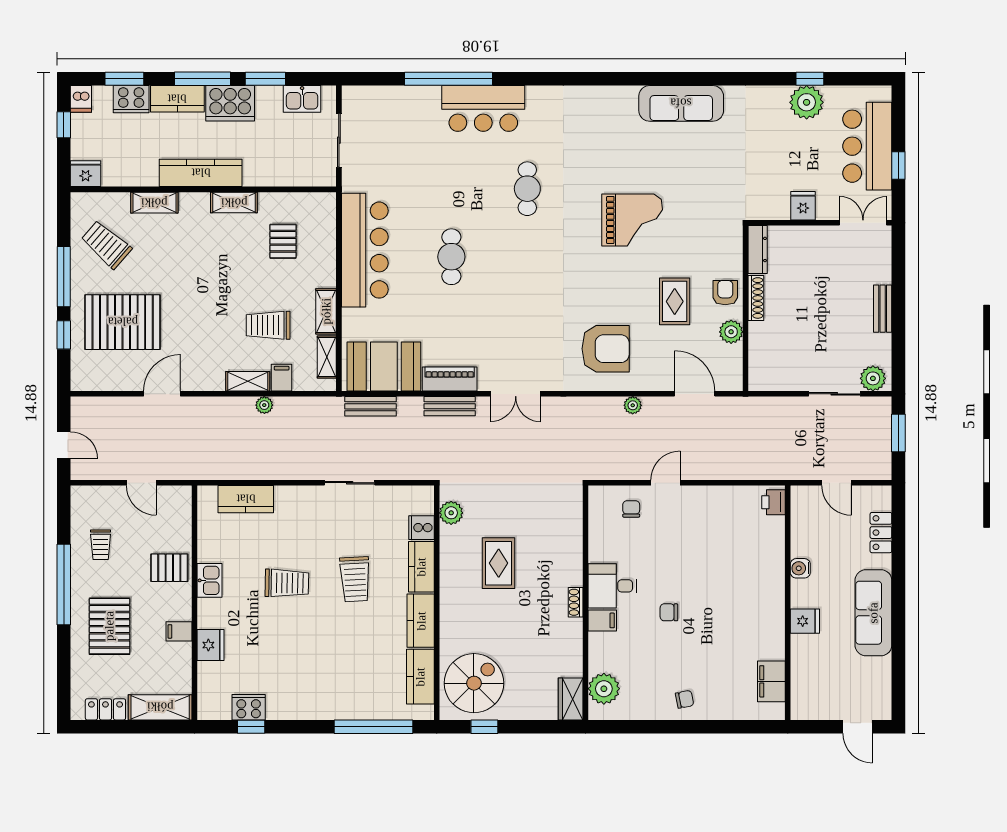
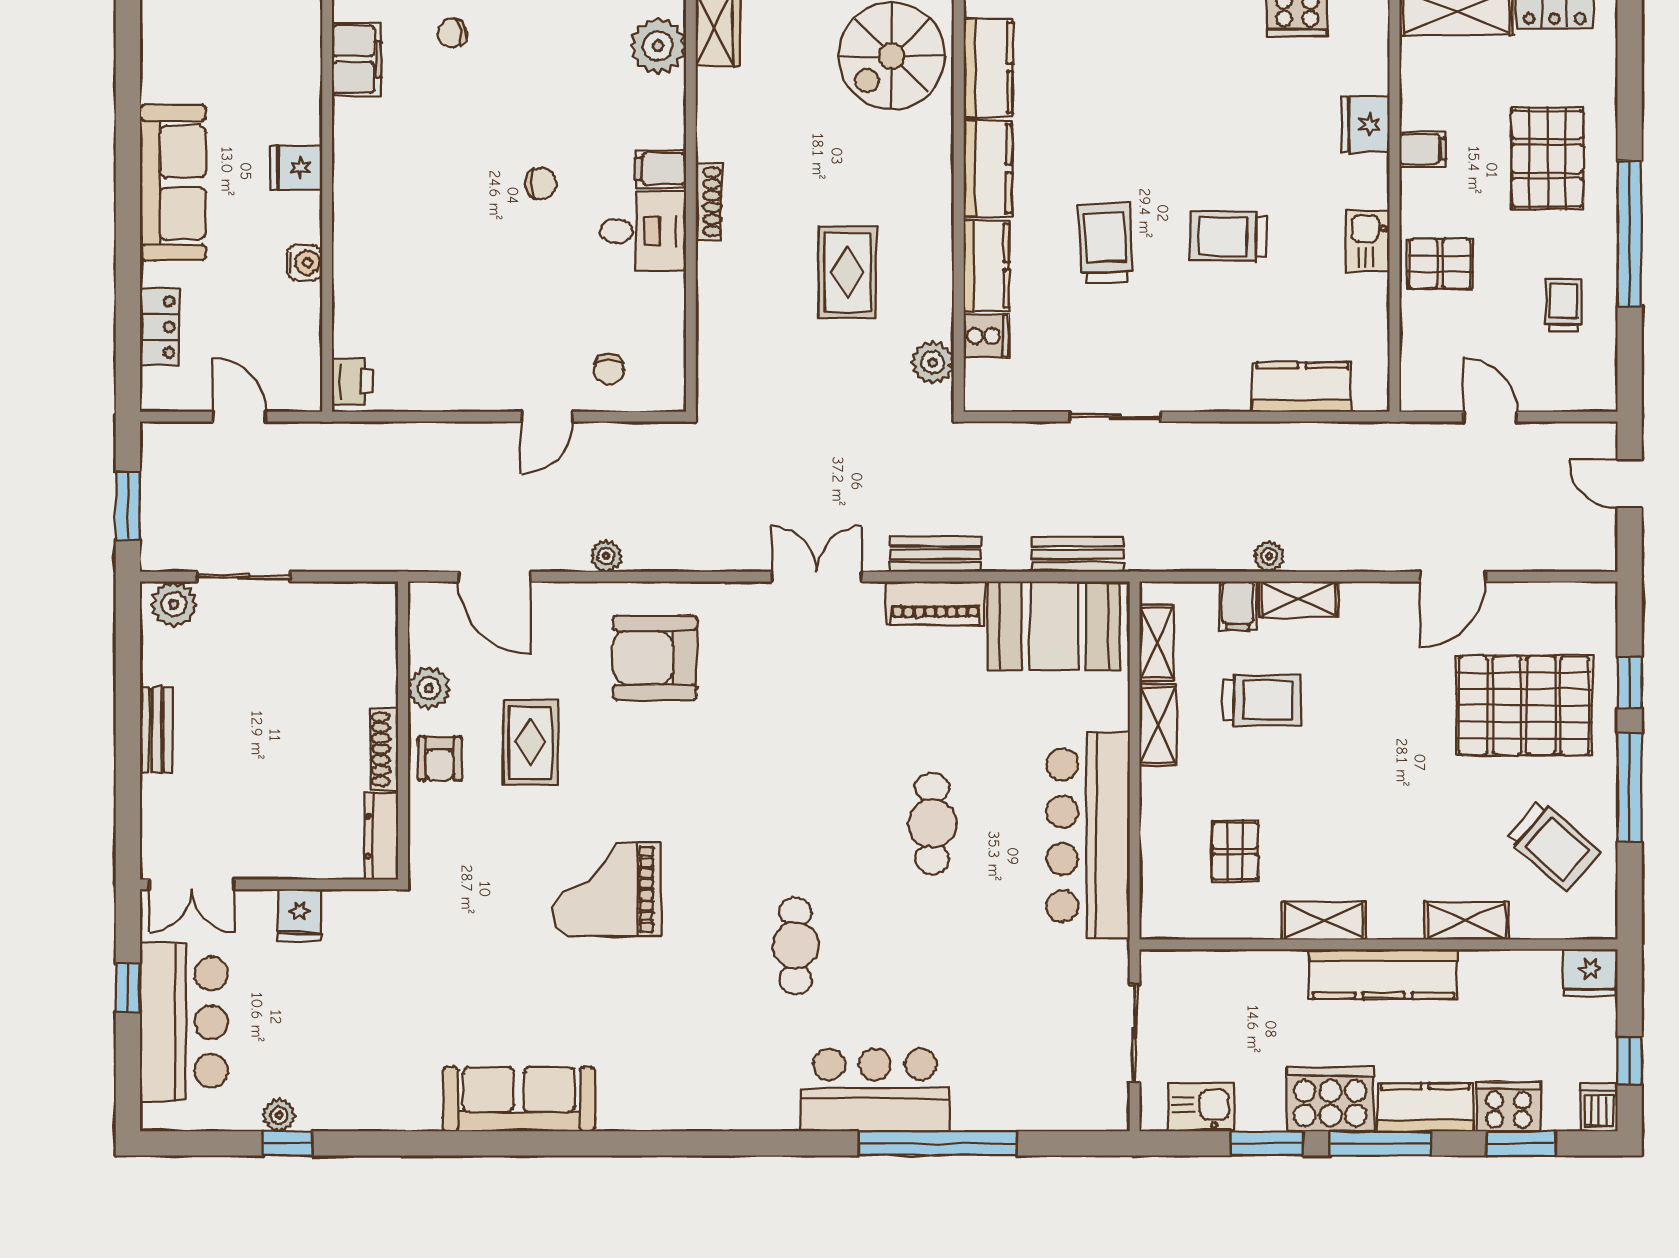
plant: (807, 102) -> (279, 1115), width x0.53, depth x0.53
shoe rack: (576, 602) -> (709, 202), width x1.43
chair: (685, 699) -> (452, 33), moved

